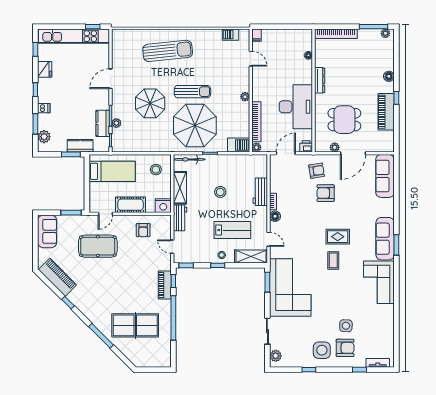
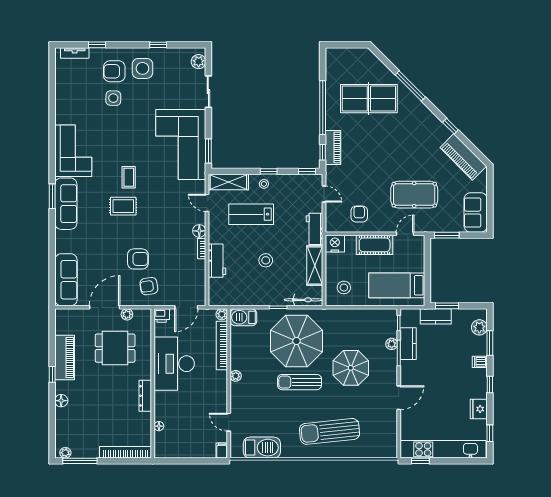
barbecue: (231, 35) -> (262, 448), width x1.88, depth x1.53

